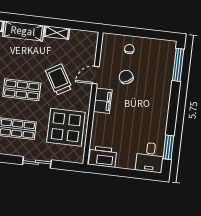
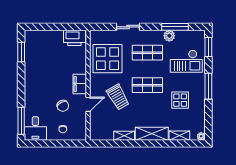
desk: (150, 157) -> (35, 128), moved, turned 180

